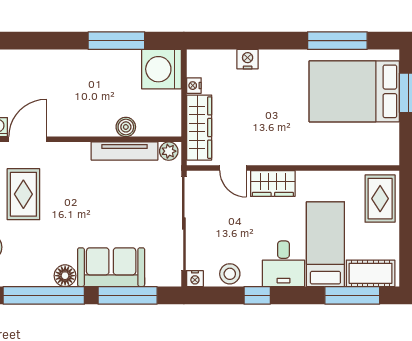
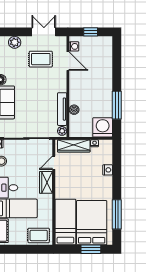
bed: (353, 144) -> (65, 222), added

